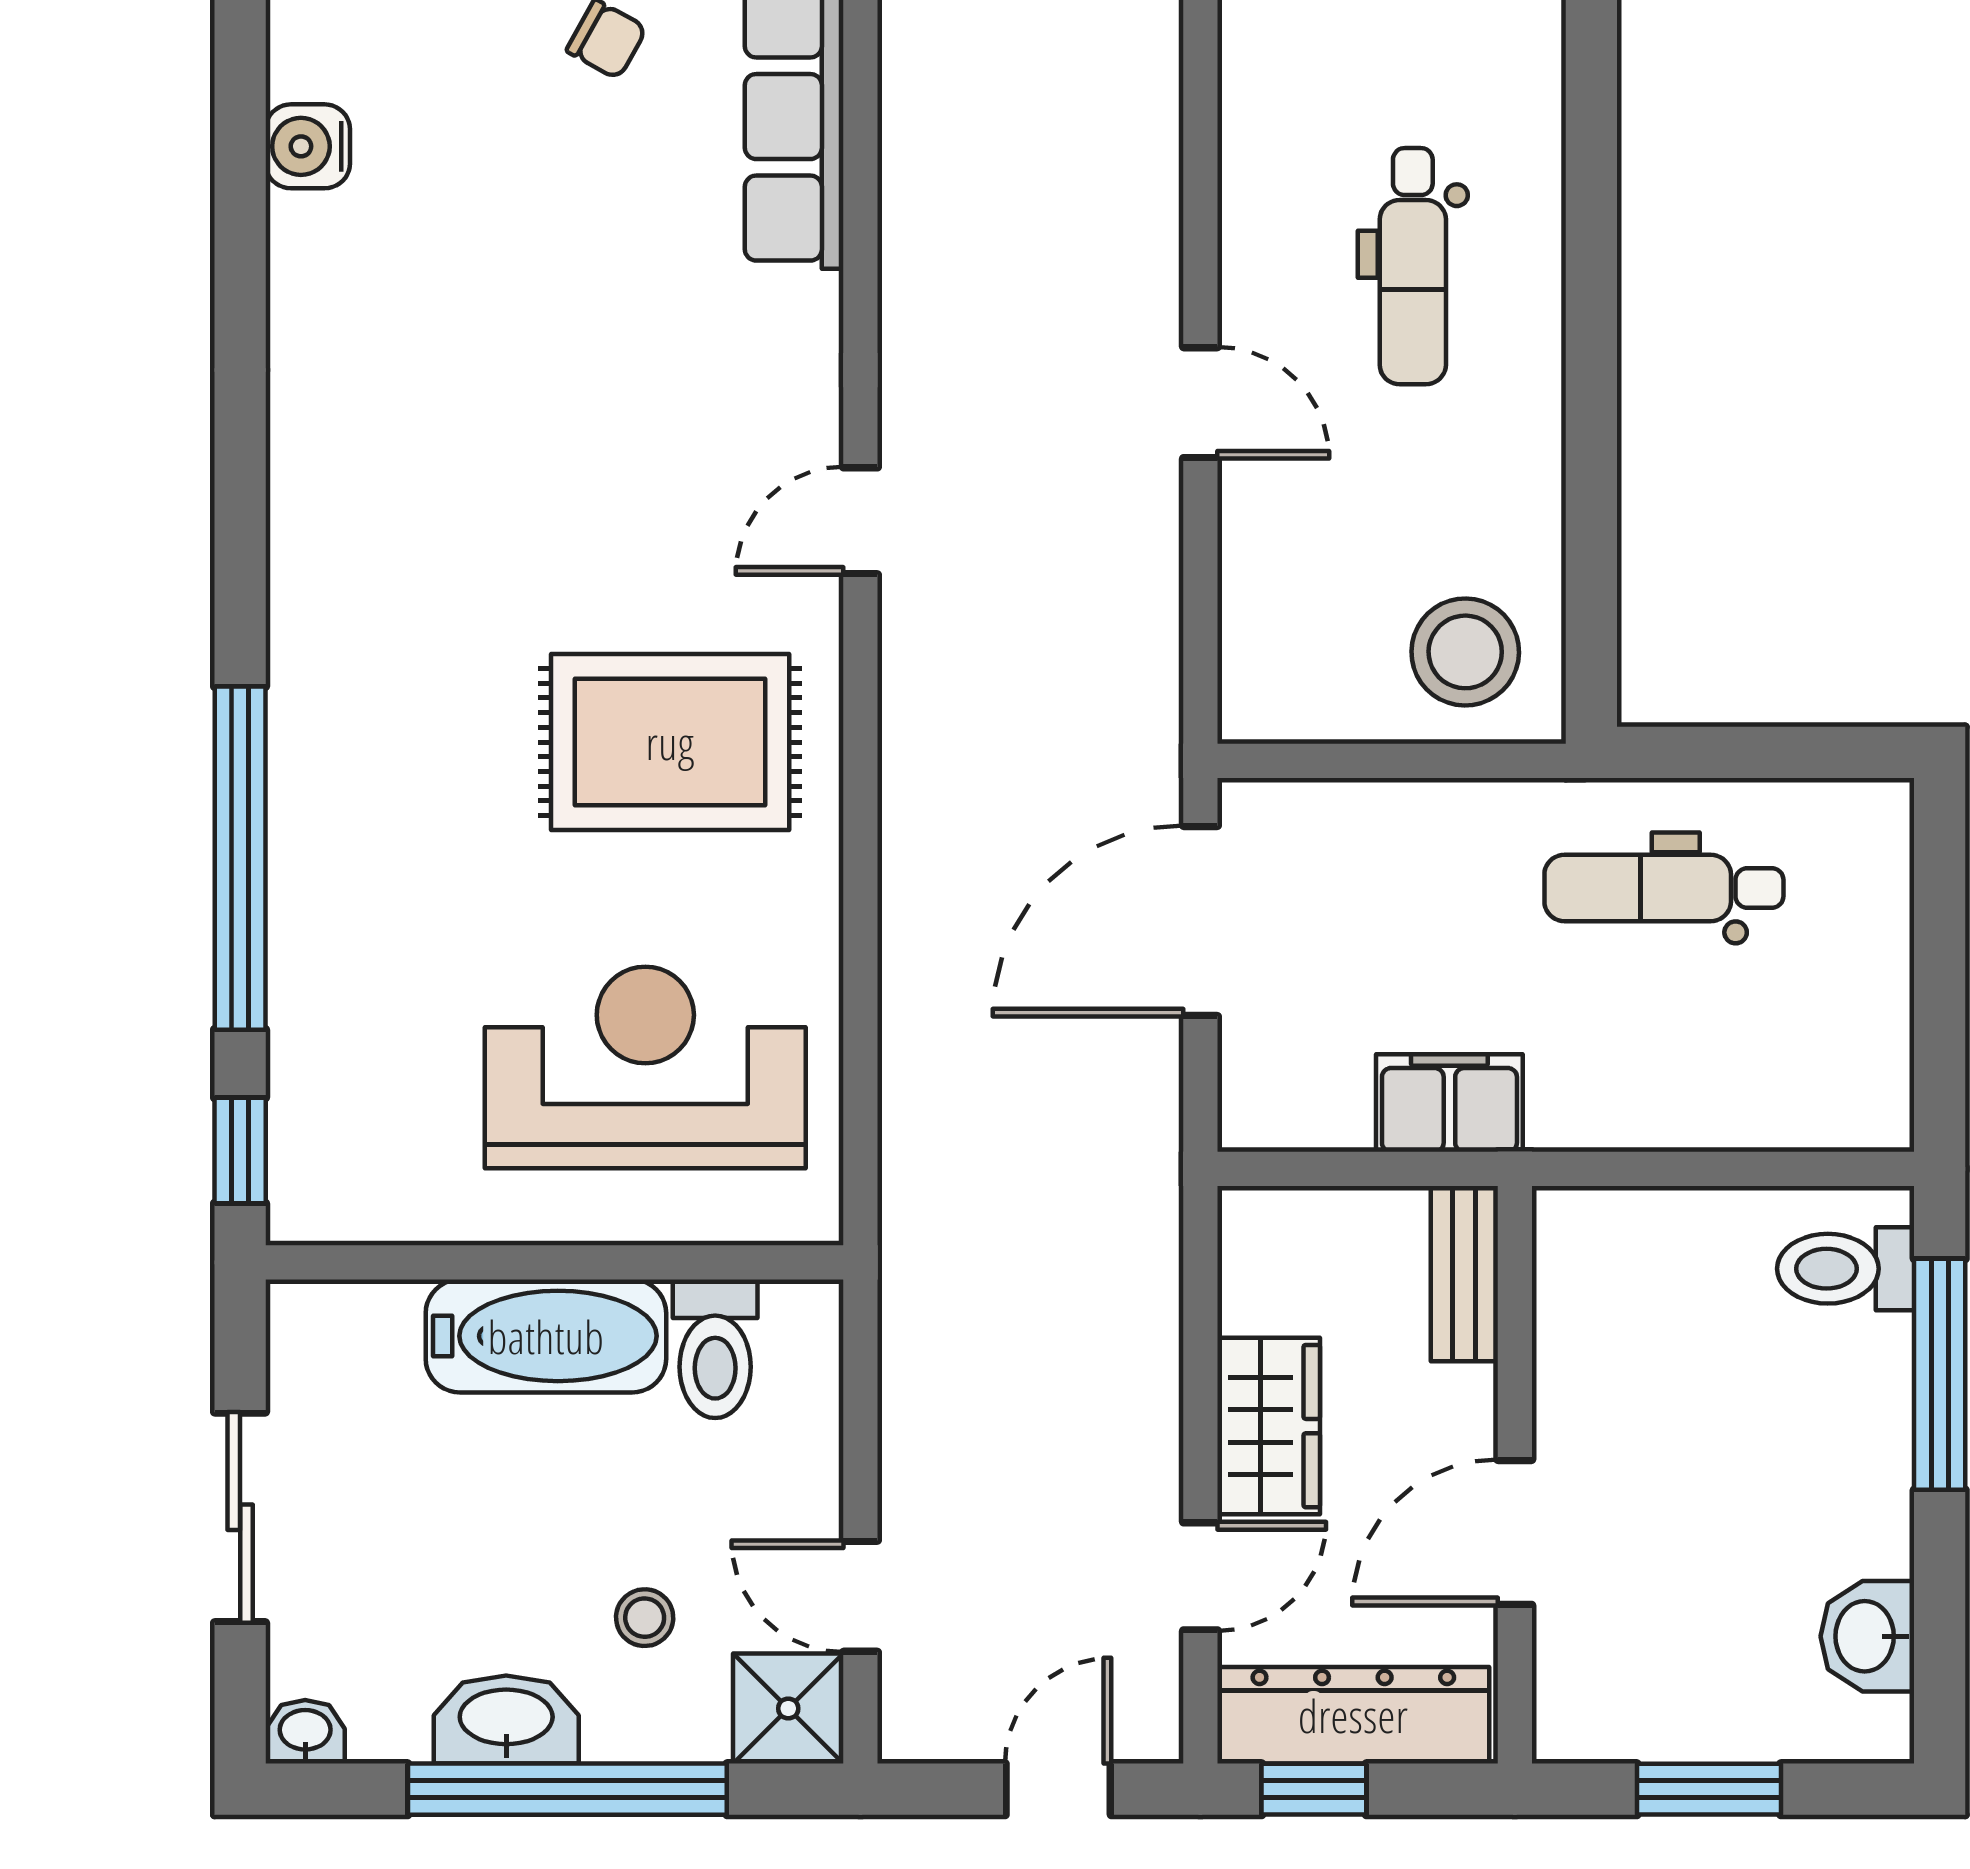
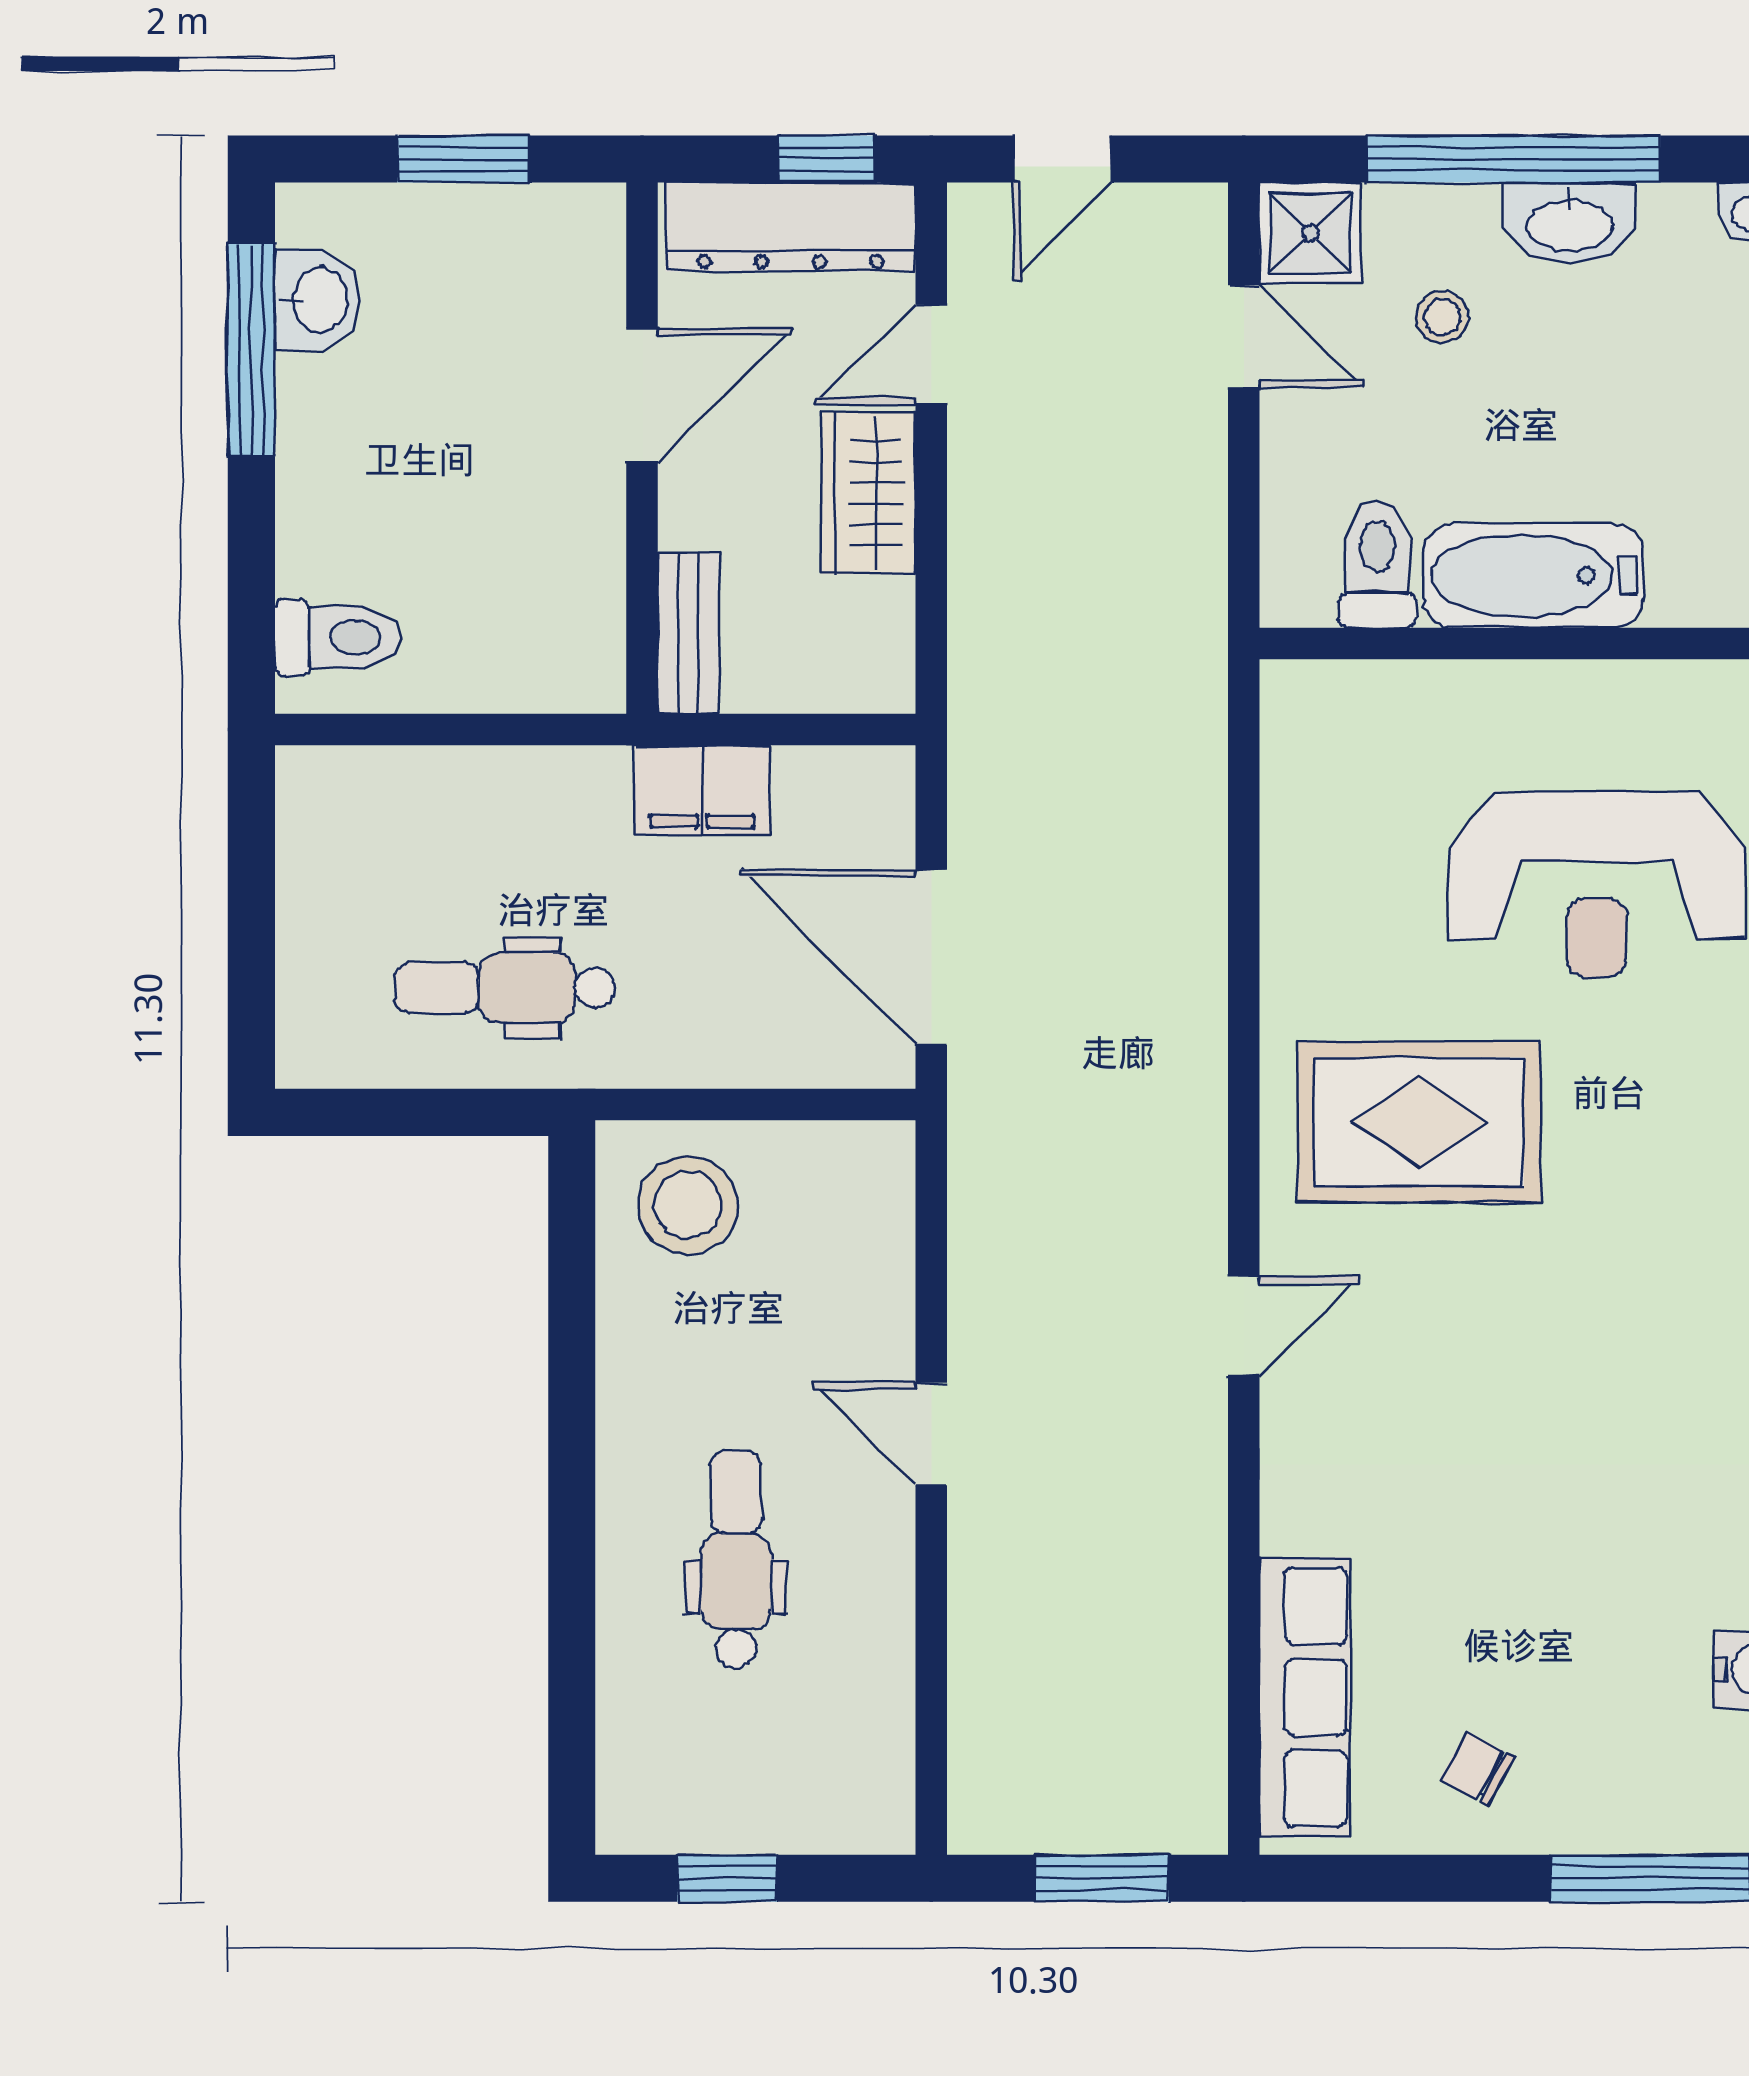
dental chair: (1664, 888) -> (505, 988), turned 180
door: (1200, 921) -> (931, 957), swing flipped
reception desk: (645, 1067) -> (1597, 884), moved
window: (1940, 1374) -> (251, 350), moved

